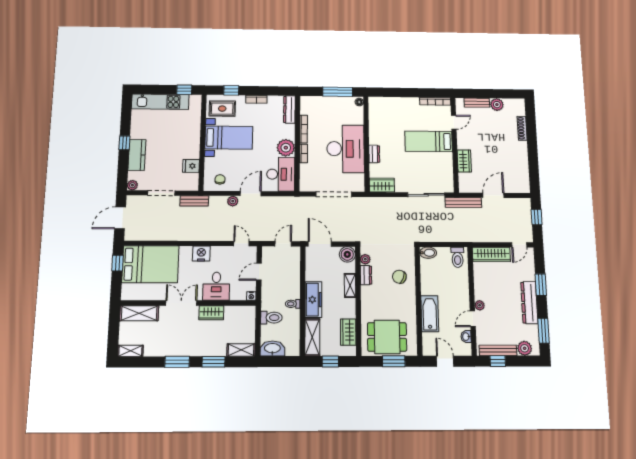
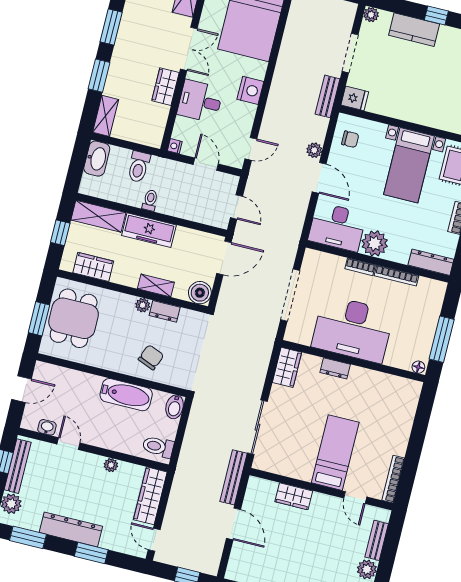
fridge: (191, 166) -> (355, 98), moved, turned 90
plant: (365, 259) -> (143, 305), moved
plant: (480, 305) -> (111, 465), moved
bathtub: (430, 314) -> (126, 395), moved

